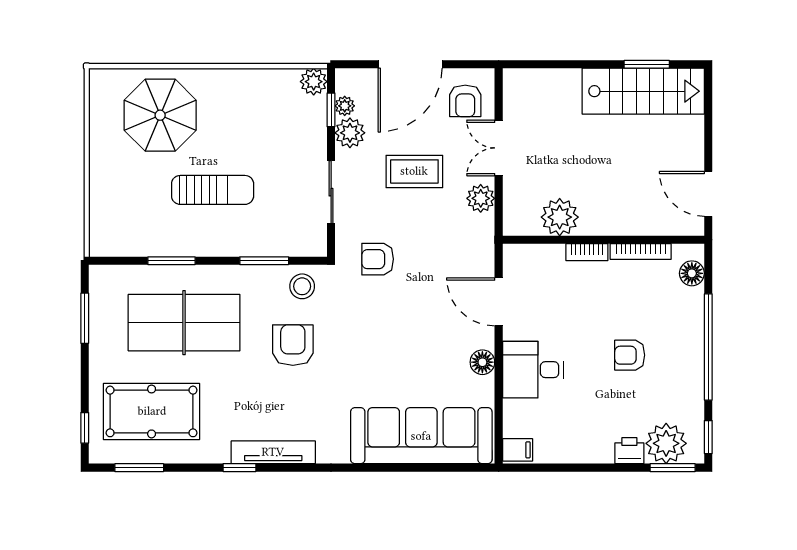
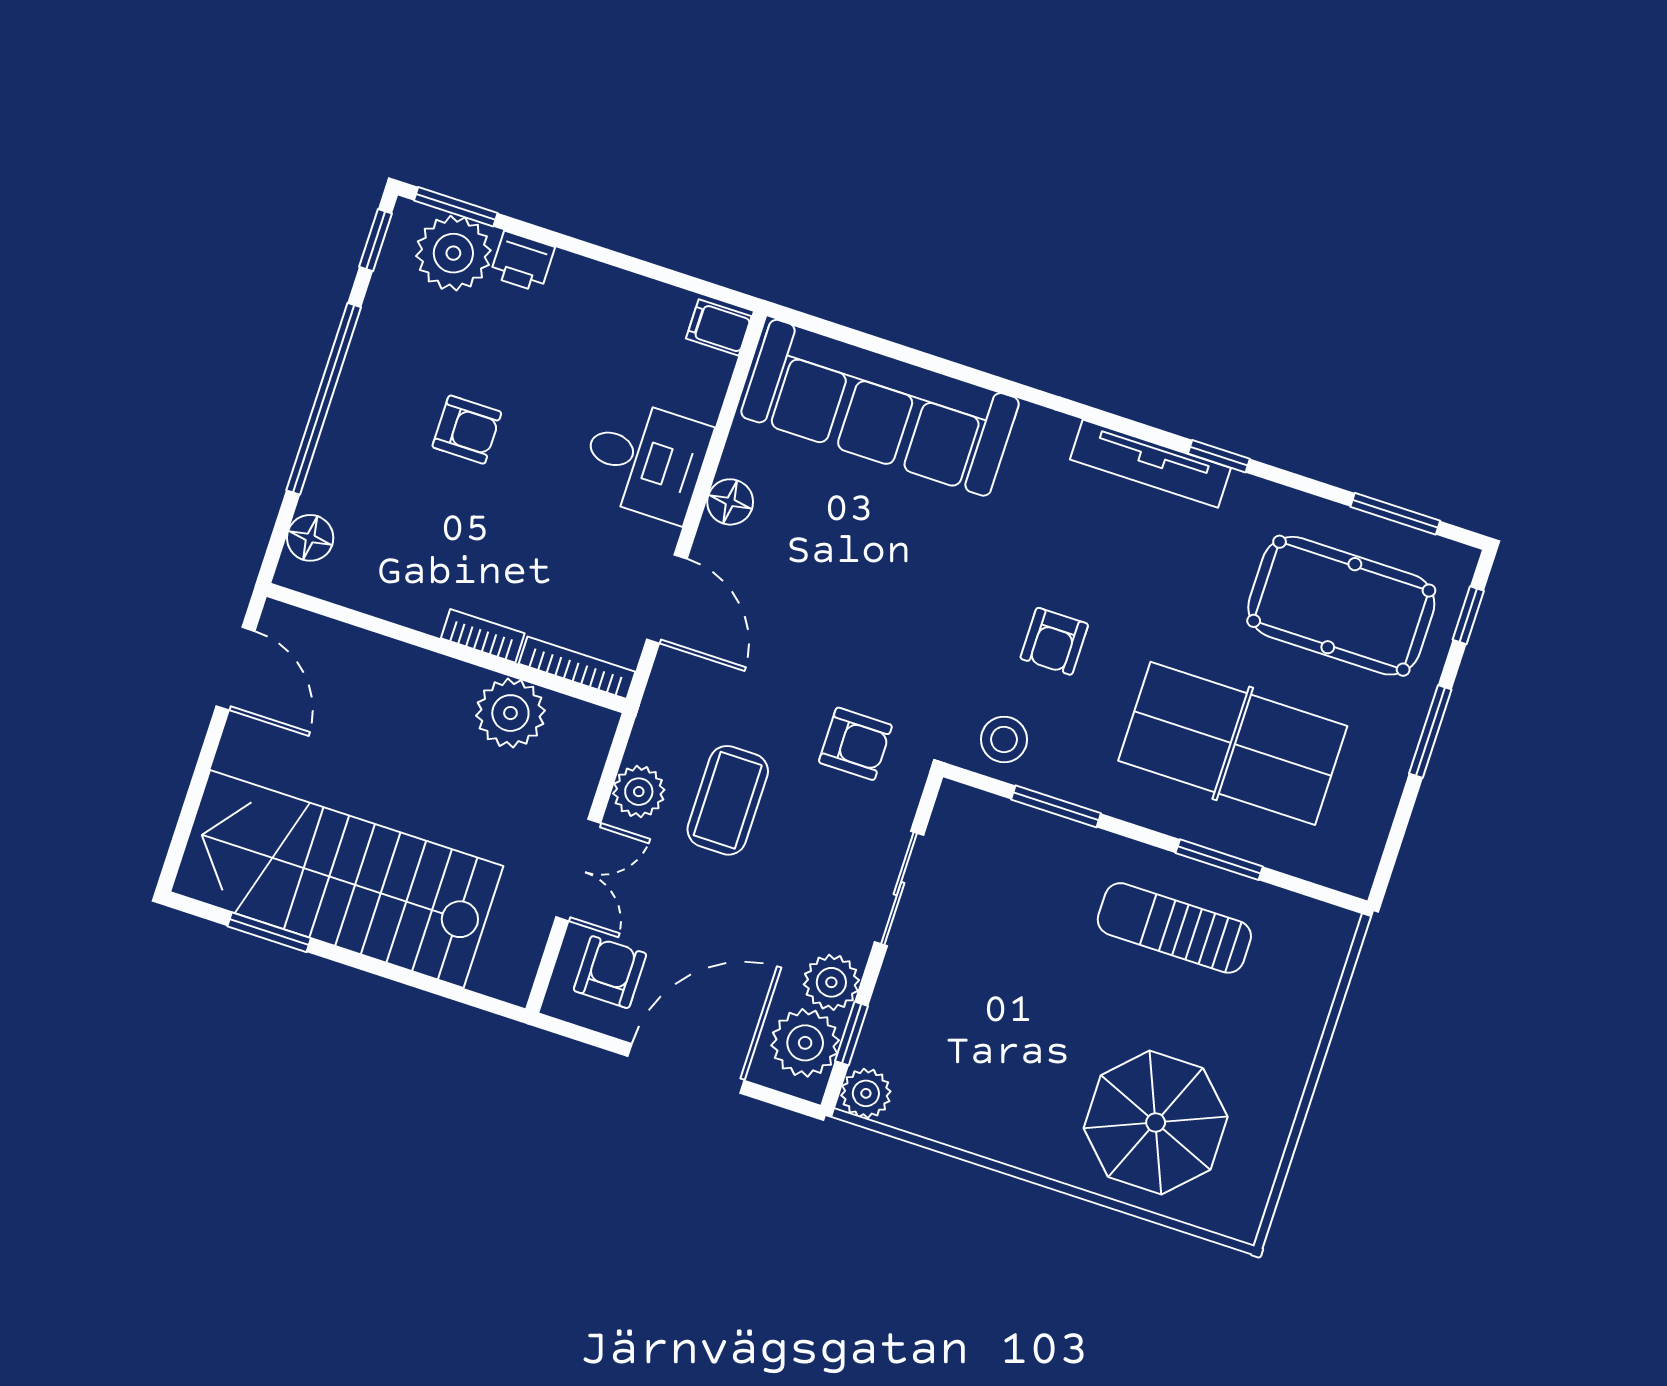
stairs: (643, 91) -> (337, 879), width x1.36, depth x1.51
plant: (345, 106) -> (805, 1043), width x1.88, depth x1.88
coffee table: (414, 171) -> (728, 800), moved, turned 90
sun lounger: (213, 190) -> (1174, 928), moved
bookcase: (641, 251) -> (577, 668), moved
window: (85, 318) -> (1430, 732), moved
armchair: (293, 345) -> (1054, 641), width x0.72, depth x0.72

